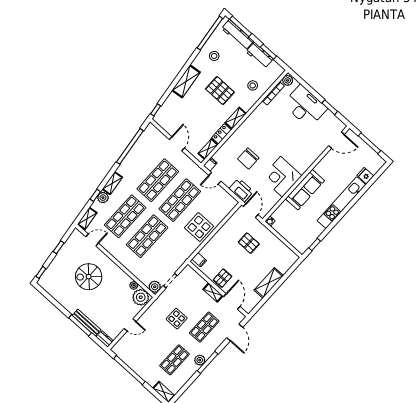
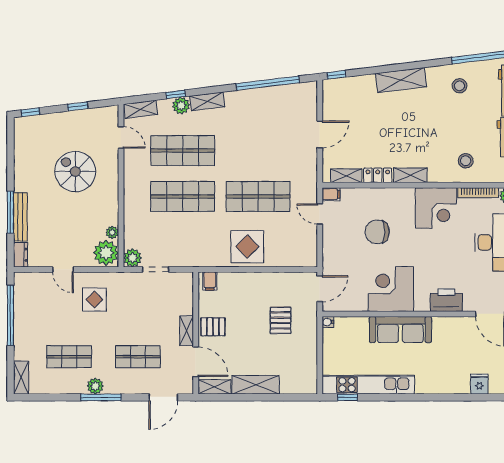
pallet: (220, 91) -> (426, 128), removed
corner desk: (262, 120) -> (436, 208), added
shop shelf: (158, 180) -> (258, 151), removed
printer: (241, 190) -> (446, 300), moved, turned -90
kitchen unit: (341, 203) -> (368, 385), moved
door: (232, 302) -> (196, 362), hinge flipped
shelving: (252, 304) -> (214, 387), added
display table: (177, 319) -> (94, 300), moved

